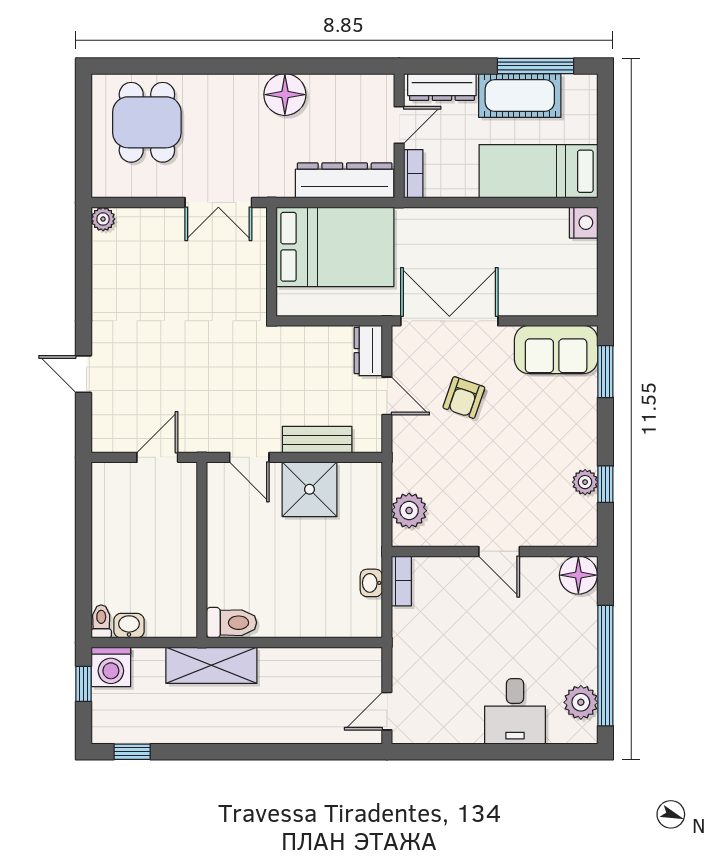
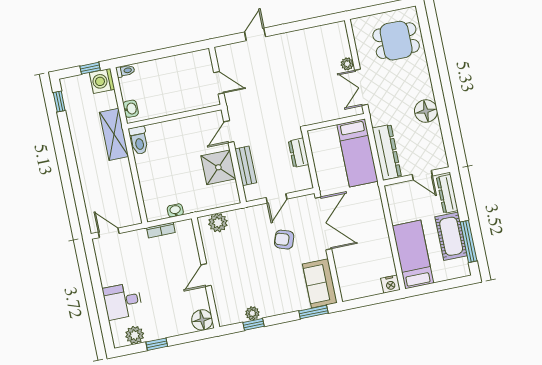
bookcase: (413, 174) -> (398, 188), removed
plant: (103, 219) -> (347, 64), moved
bed: (335, 247) -> (357, 153), width x0.67
dresser: (368, 351) -> (299, 153), moved, turned -90
bookcase: (401, 581) -> (161, 230), moved
washbasin: (129, 626) -> (131, 109), moved
window: (605, 666) -> (157, 344), width x0.32

